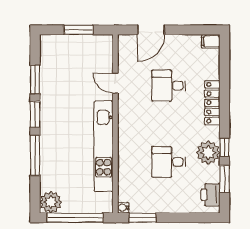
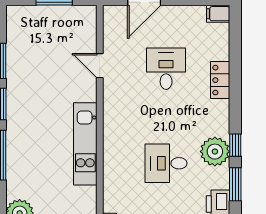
desk: (169, 86) -> (166, 69), turned 90
locker: (212, 103) -> (220, 80), width x0.66
kitchen unit: (104, 146) -> (85, 144), width x0.73

